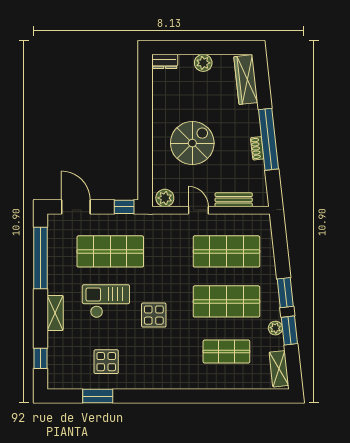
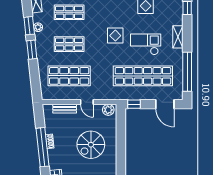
shop shelf: (110, 251) -> (143, 76), width x1.40
checkout: (106, 301) -> (146, 44), turned 180
shop shelf: (226, 301) -> (69, 44), width x0.70, depth x0.74

